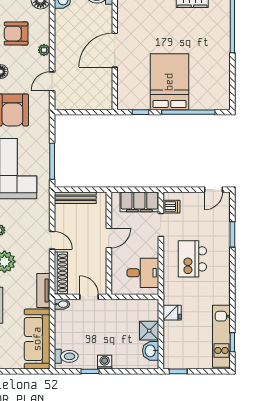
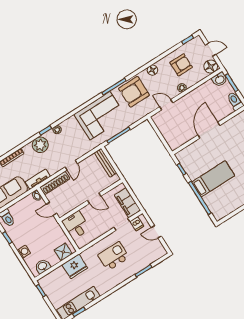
armchair: (16, 34) -> (181, 65), turned 90
door: (115, 50) -> (209, 130), hinge flipped
bed: (169, 82) -> (213, 179), width x0.67
door: (213, 190) -> (156, 232), moved
desk: (143, 273) -> (76, 225), moved, turned 180
door: (89, 297) -> (51, 209), swing flipped
fridge: (172, 313) -> (75, 266), width x1.88, depth x1.34
shower: (149, 331) -> (63, 252), moved
washing machine: (105, 362) -> (24, 252), moved

